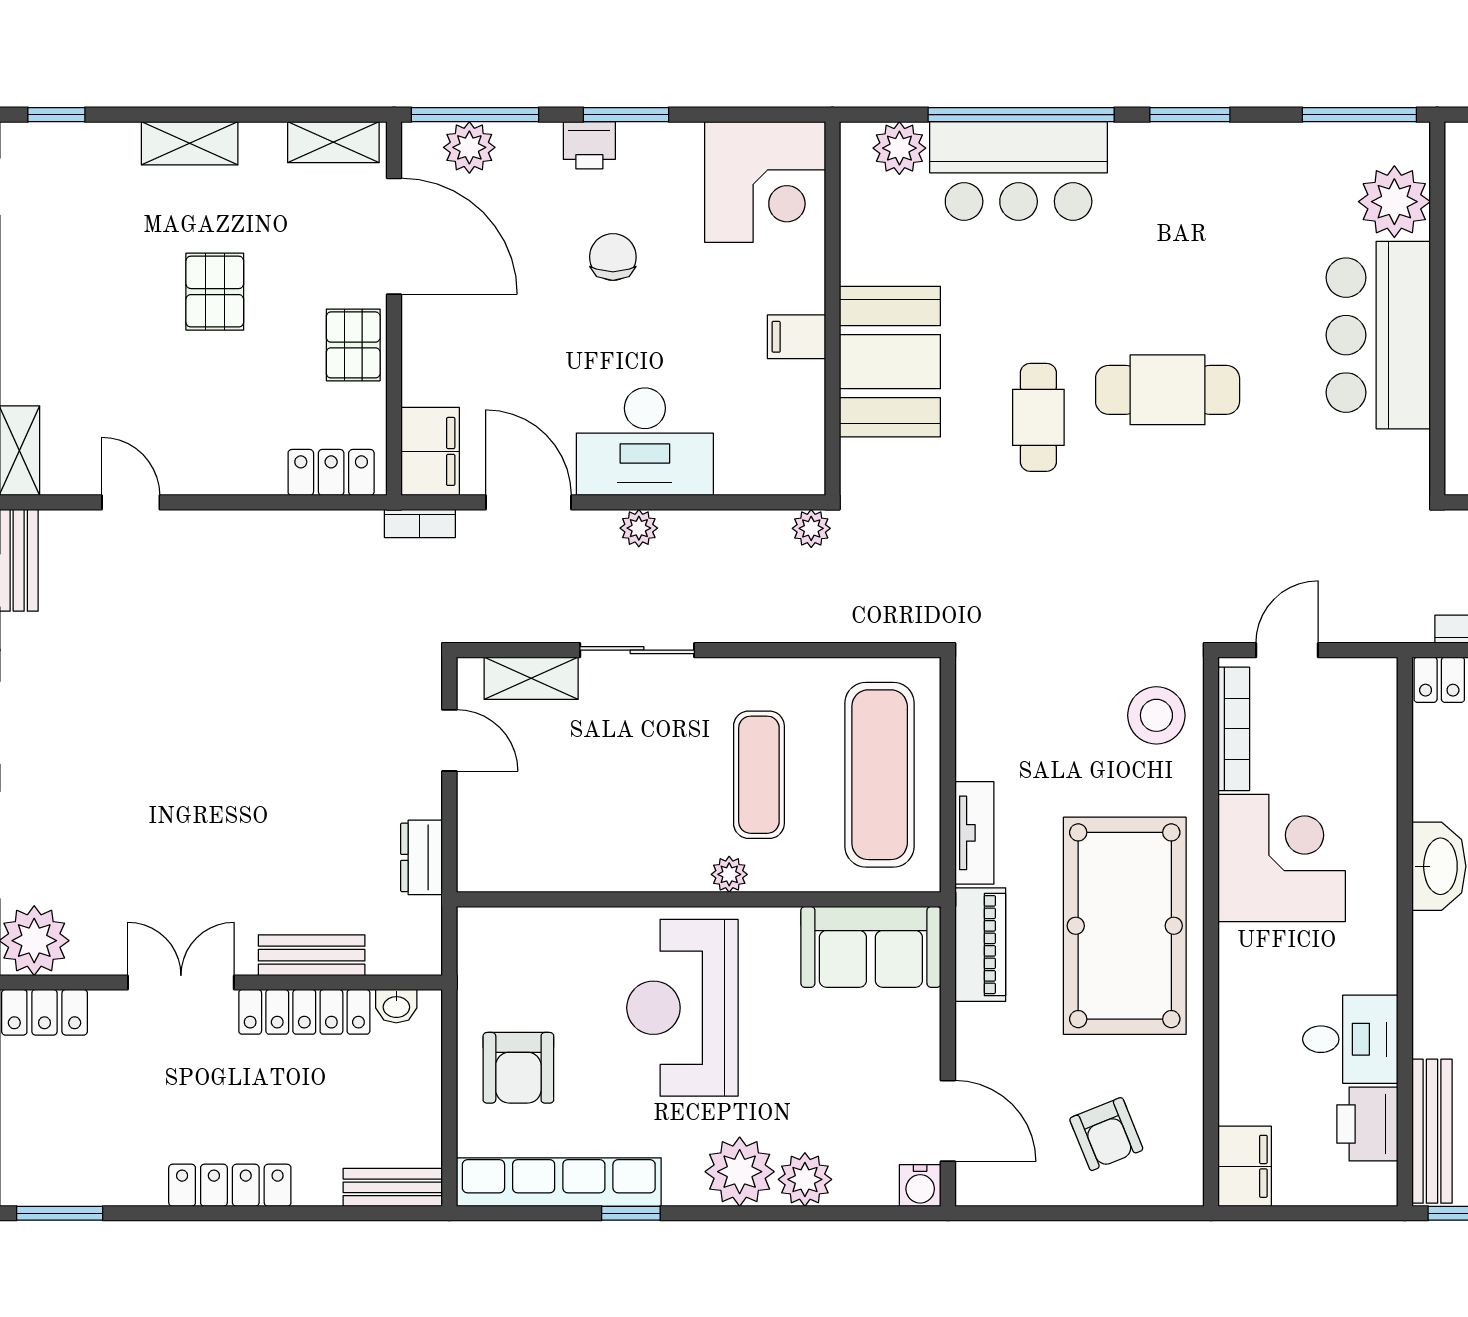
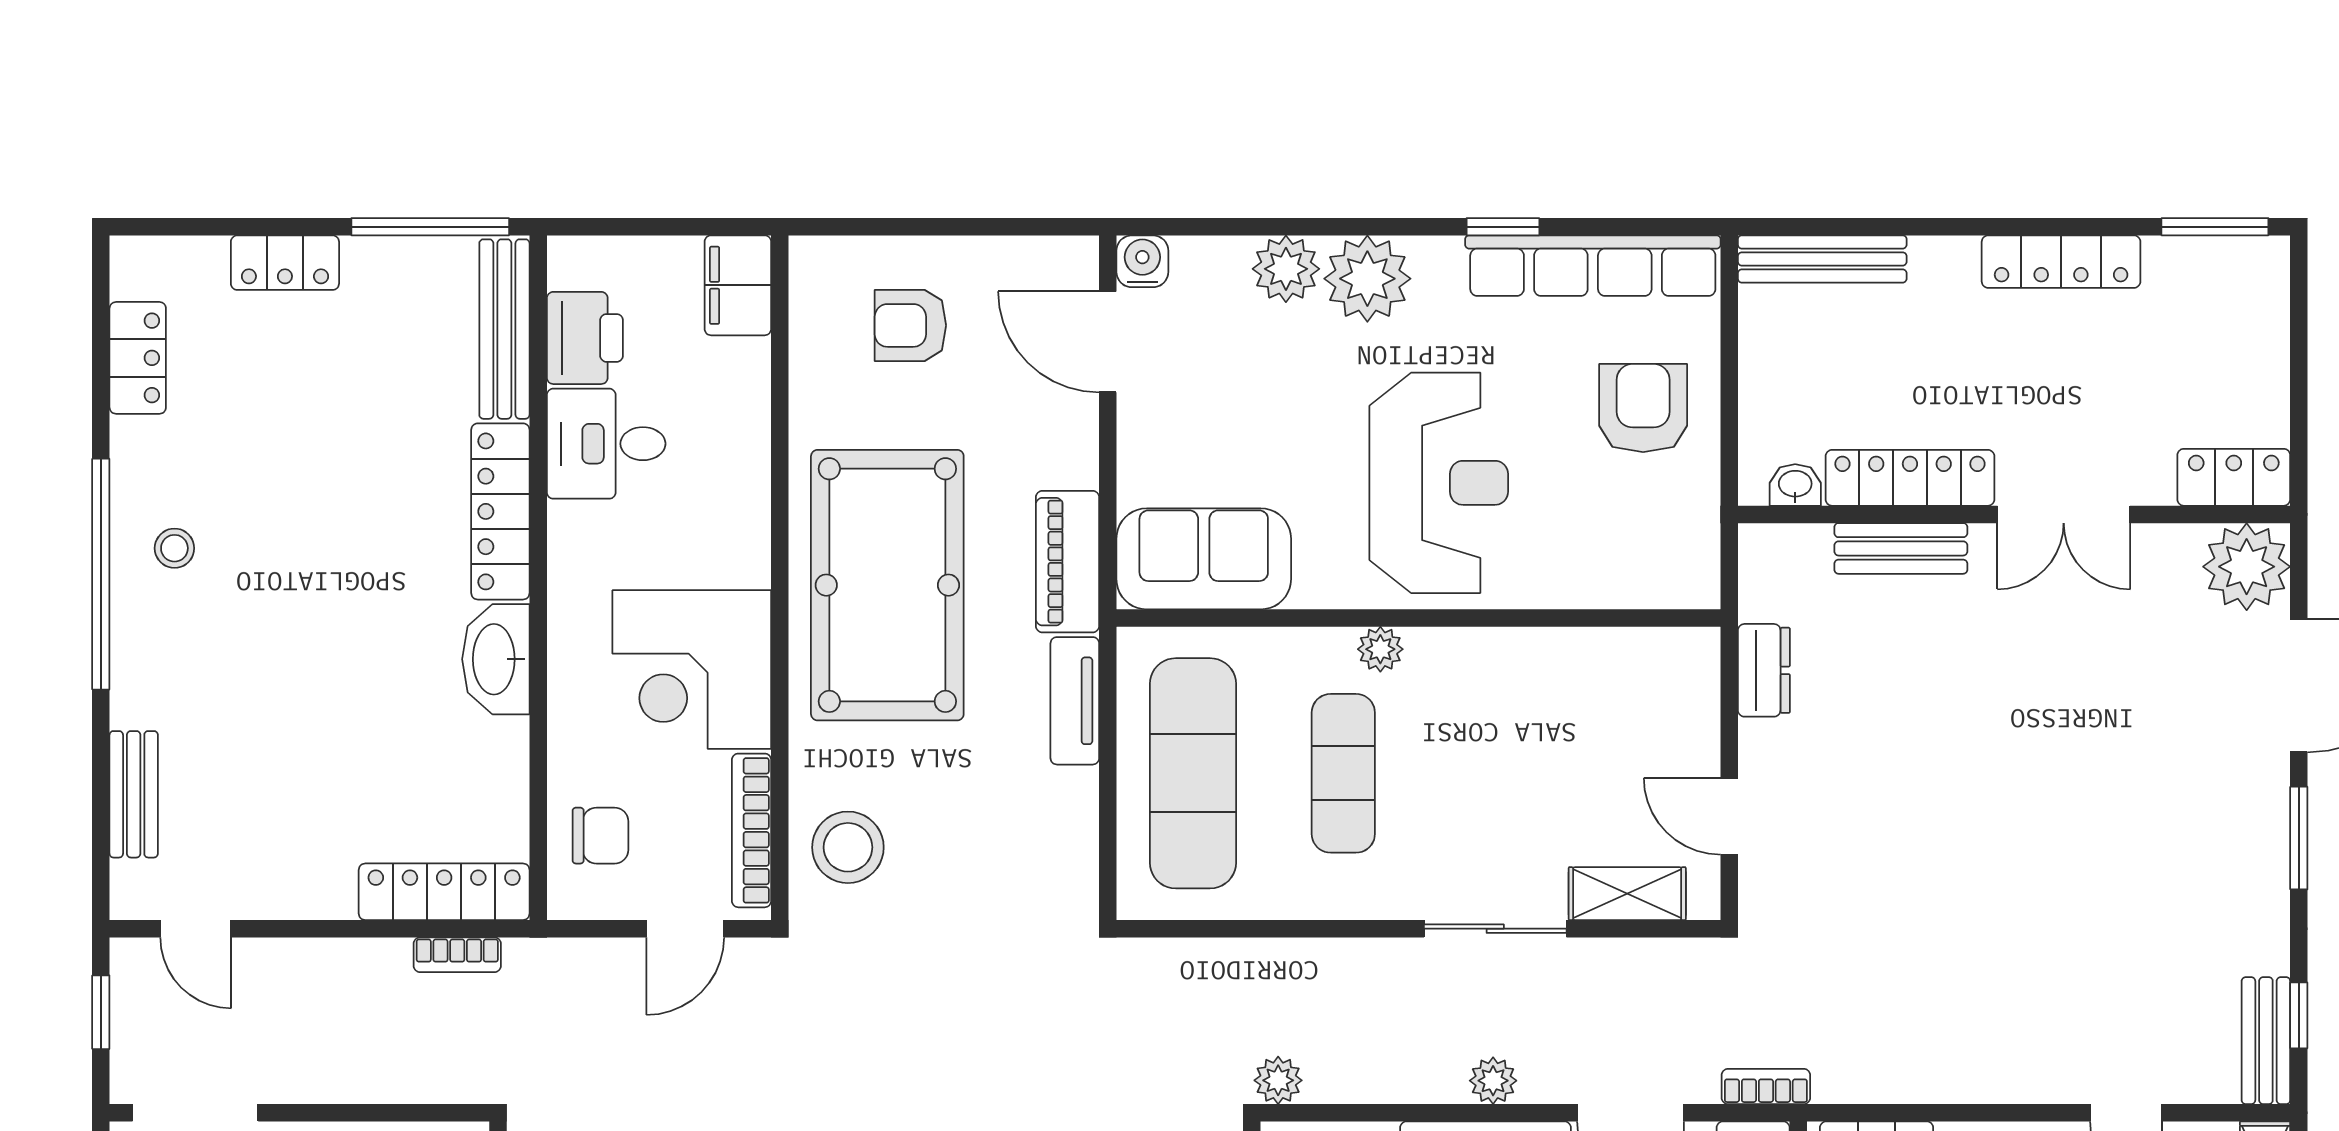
chair: (1355, 725) -> (600, 836), added
locker: (1435, 985) -> (500, 511), added
armchair: (1106, 1134) -> (910, 325), turned -68
locker: (230, 1185) -> (2061, 262), moved
bench: (393, 1187) -> (1822, 259), width x1.36

